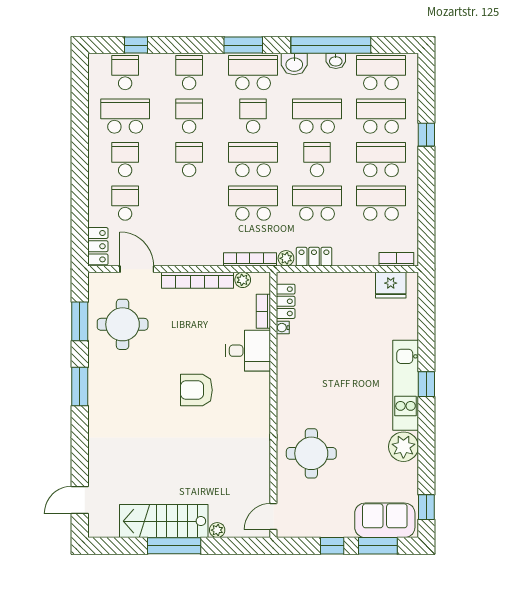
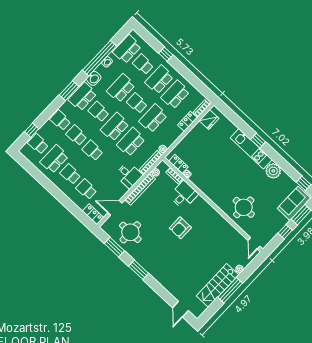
school desk: (381, 116) -> (143, 64), width x0.54
desk: (203, 245) -> (129, 175), added
locker: (314, 257) -> (187, 121), moved

